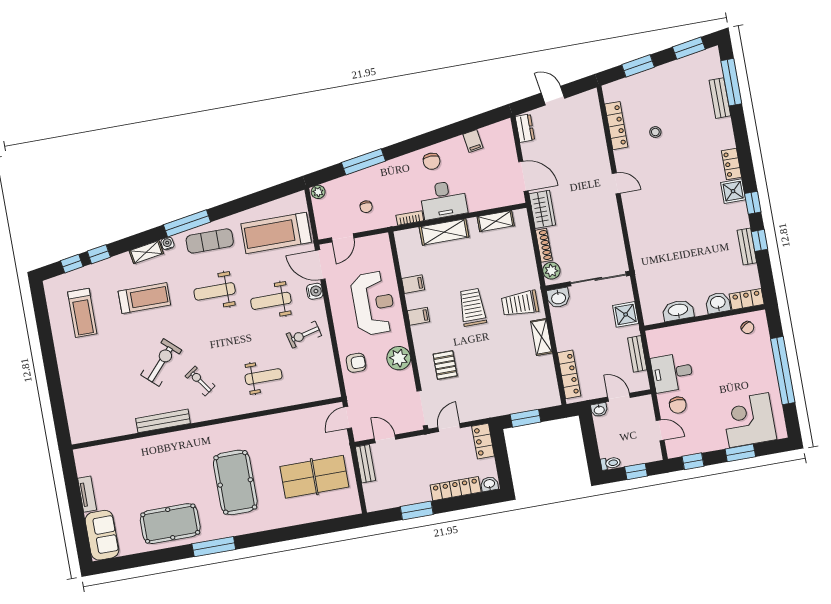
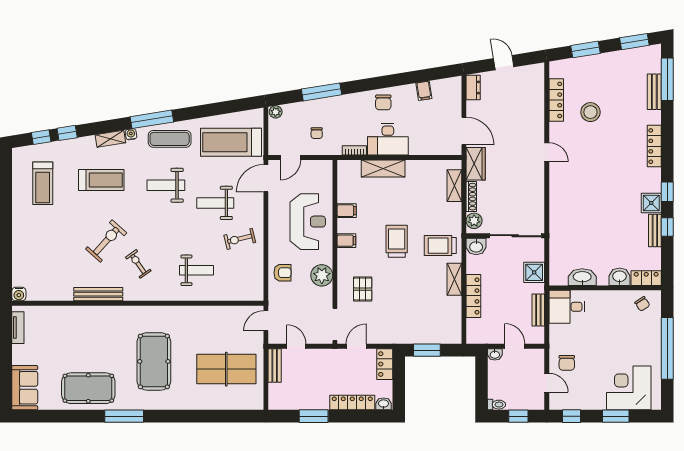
stool: (655, 132) -> (590, 112), width x1.89, depth x1.89
locker: (731, 164) -> (654, 146), width x1.53
shower: (733, 191) -> (651, 203), moved
shelving: (496, 221) -> (454, 186), moved, turned 90
door: (320, 265) -> (266, 178), hinge flipped
water cooler: (315, 291) -> (19, 294), moved, turned 90
desk: (672, 373) -> (567, 307), moved
locker: (569, 374) -> (473, 296), moved
tv unit: (87, 494) -> (18, 328), moved

